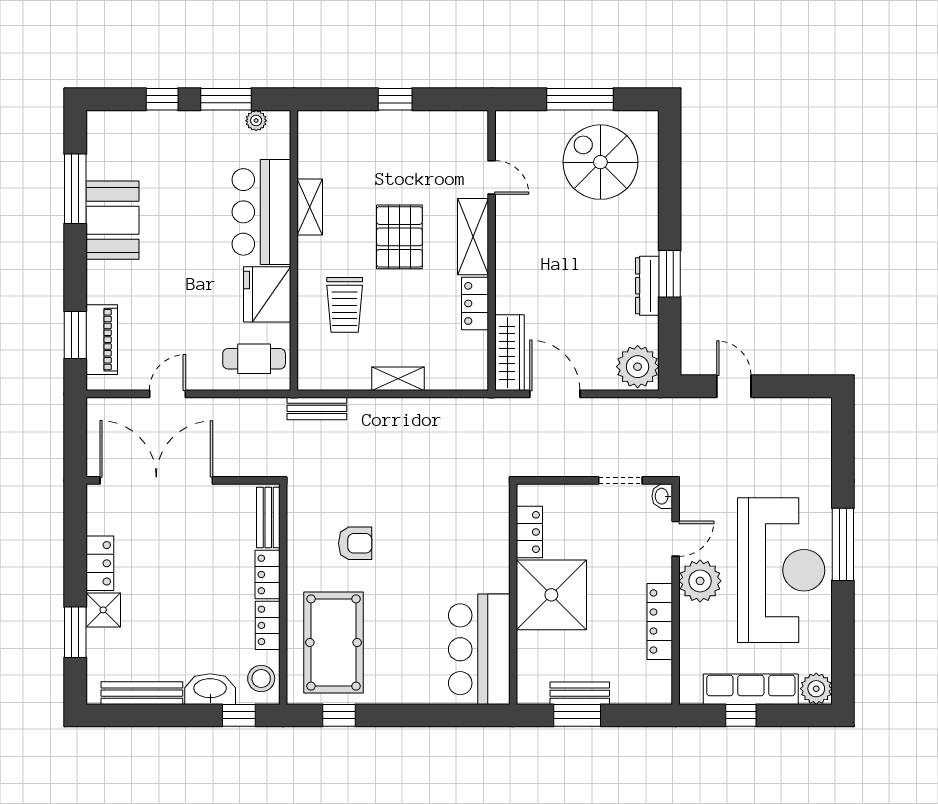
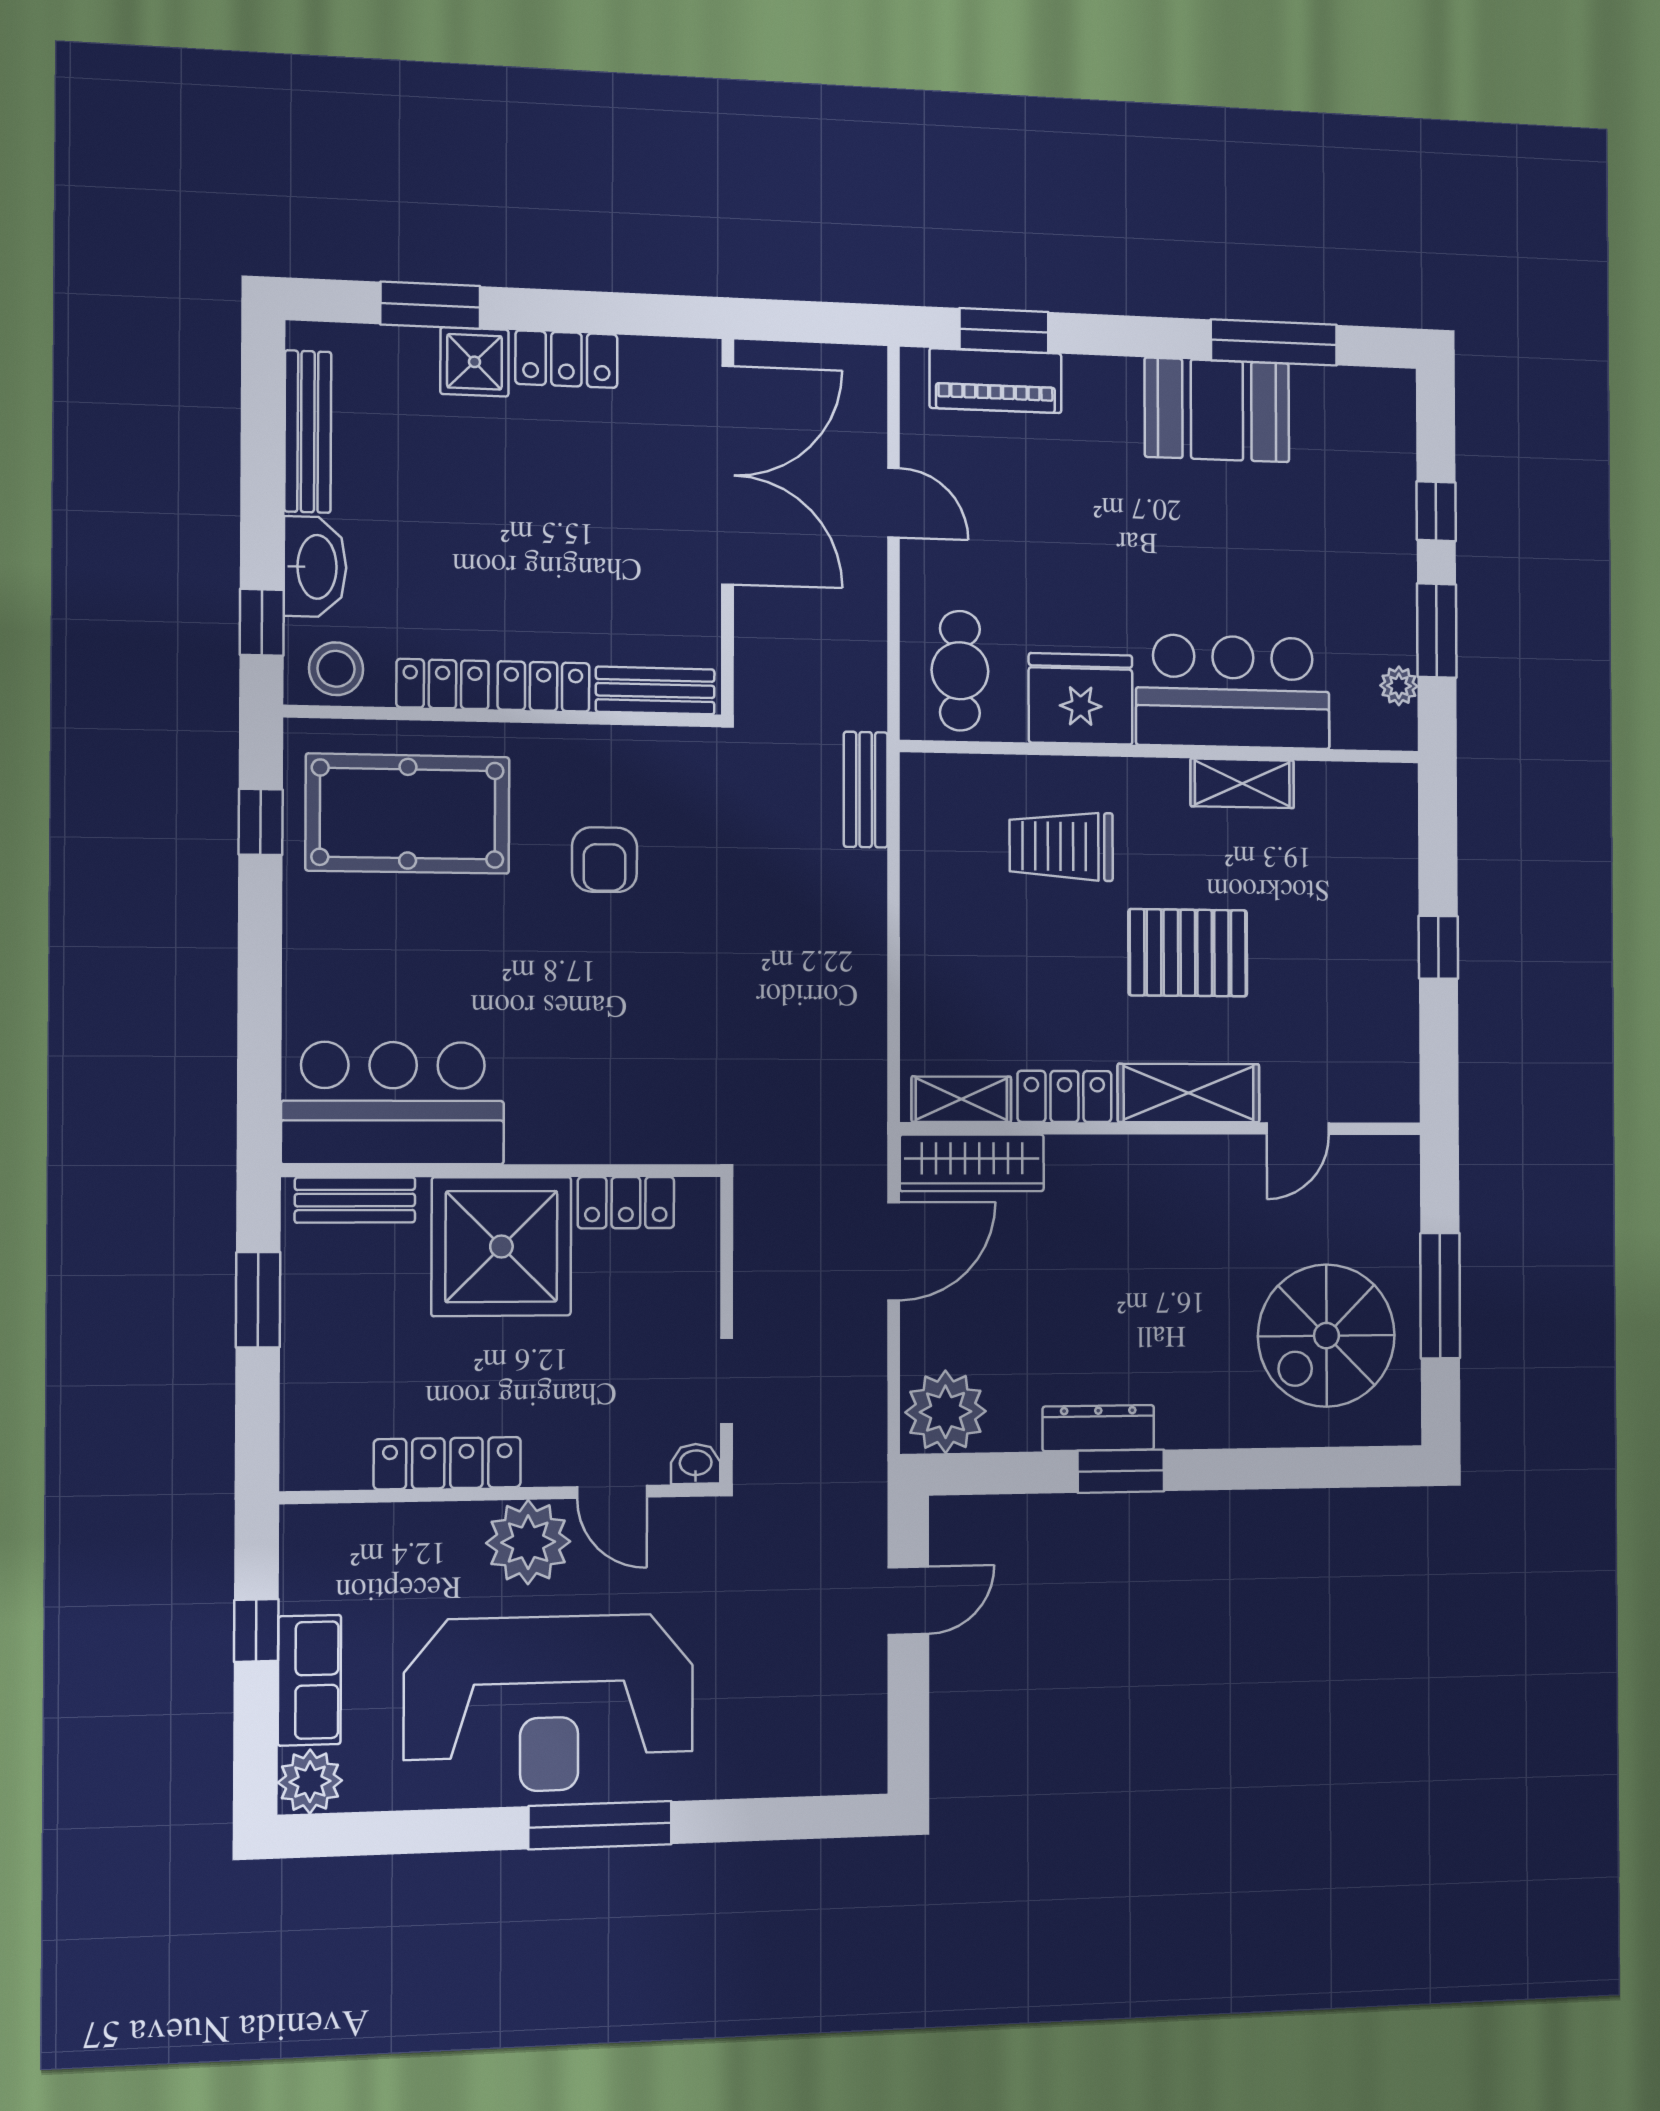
spiral stairs: (600, 162) -> (1326, 1336), turned 180
shelving: (398, 379) -> (961, 1099), moved, turned 90
row of seats: (751, 689) -> (309, 1680), width x0.68
bench: (580, 693) -> (355, 1200), moved, turned 90

